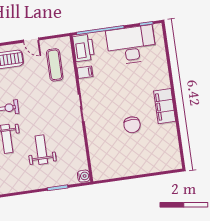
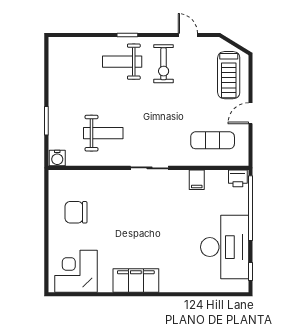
printer: (84, 48) -> (238, 178), width x0.53, depth x0.68
chair: (132, 125) -> (76, 212), moved
weight bench: (41, 150) -> (103, 133), moved
corner desk: (164, 151) -> (76, 271), added

